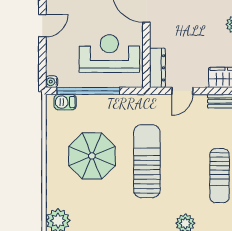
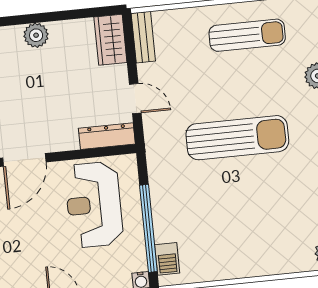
parasol: (92, 156) -> (238, 214), removed
sun lounger: (147, 161) -> (237, 138), turned 180

